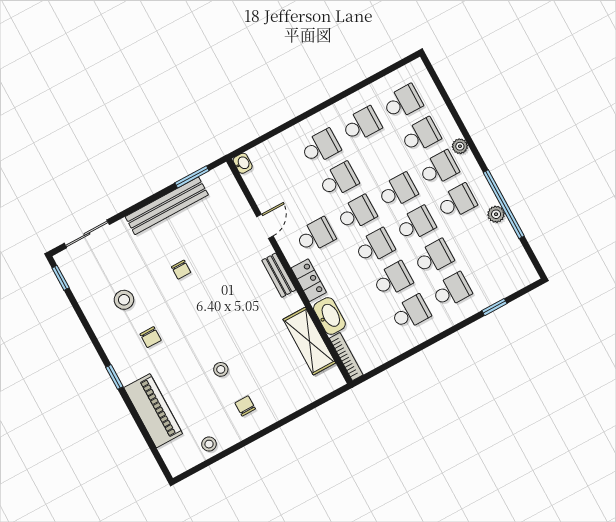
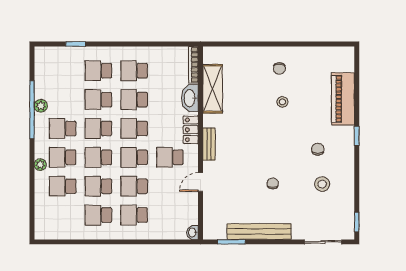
school desk: (403, 102) -> (98, 186), moved
stool: (209, 444) -> (318, 56), removed

